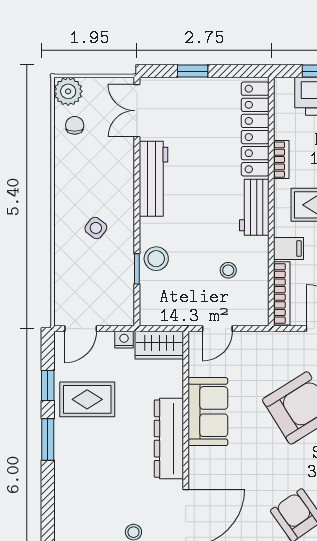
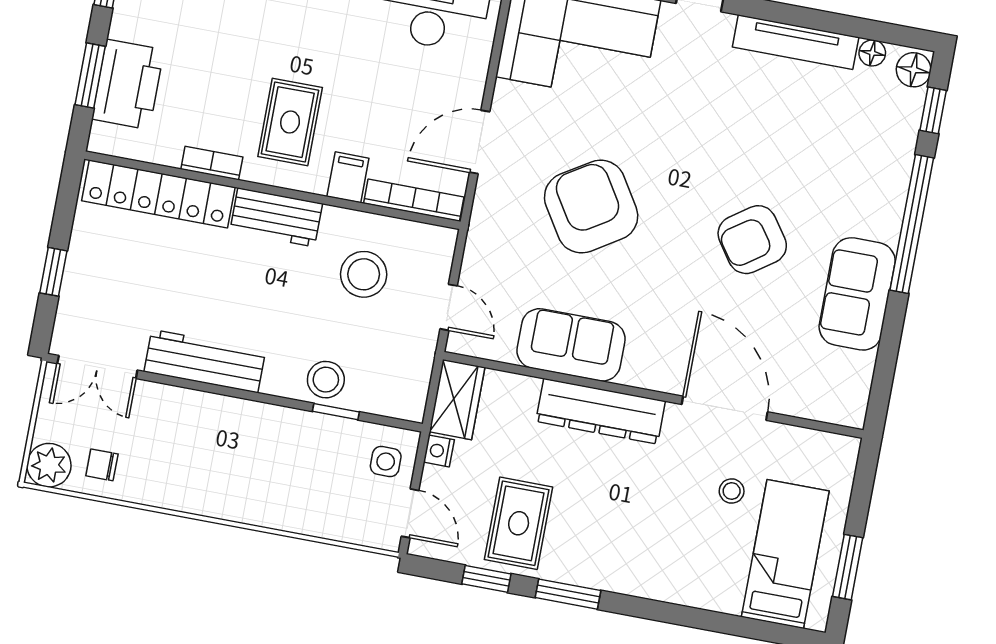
side table: (96, 228) -> (386, 462), moved, turned -37
stool: (228, 270) -> (364, 274), width x1.89, depth x1.89

